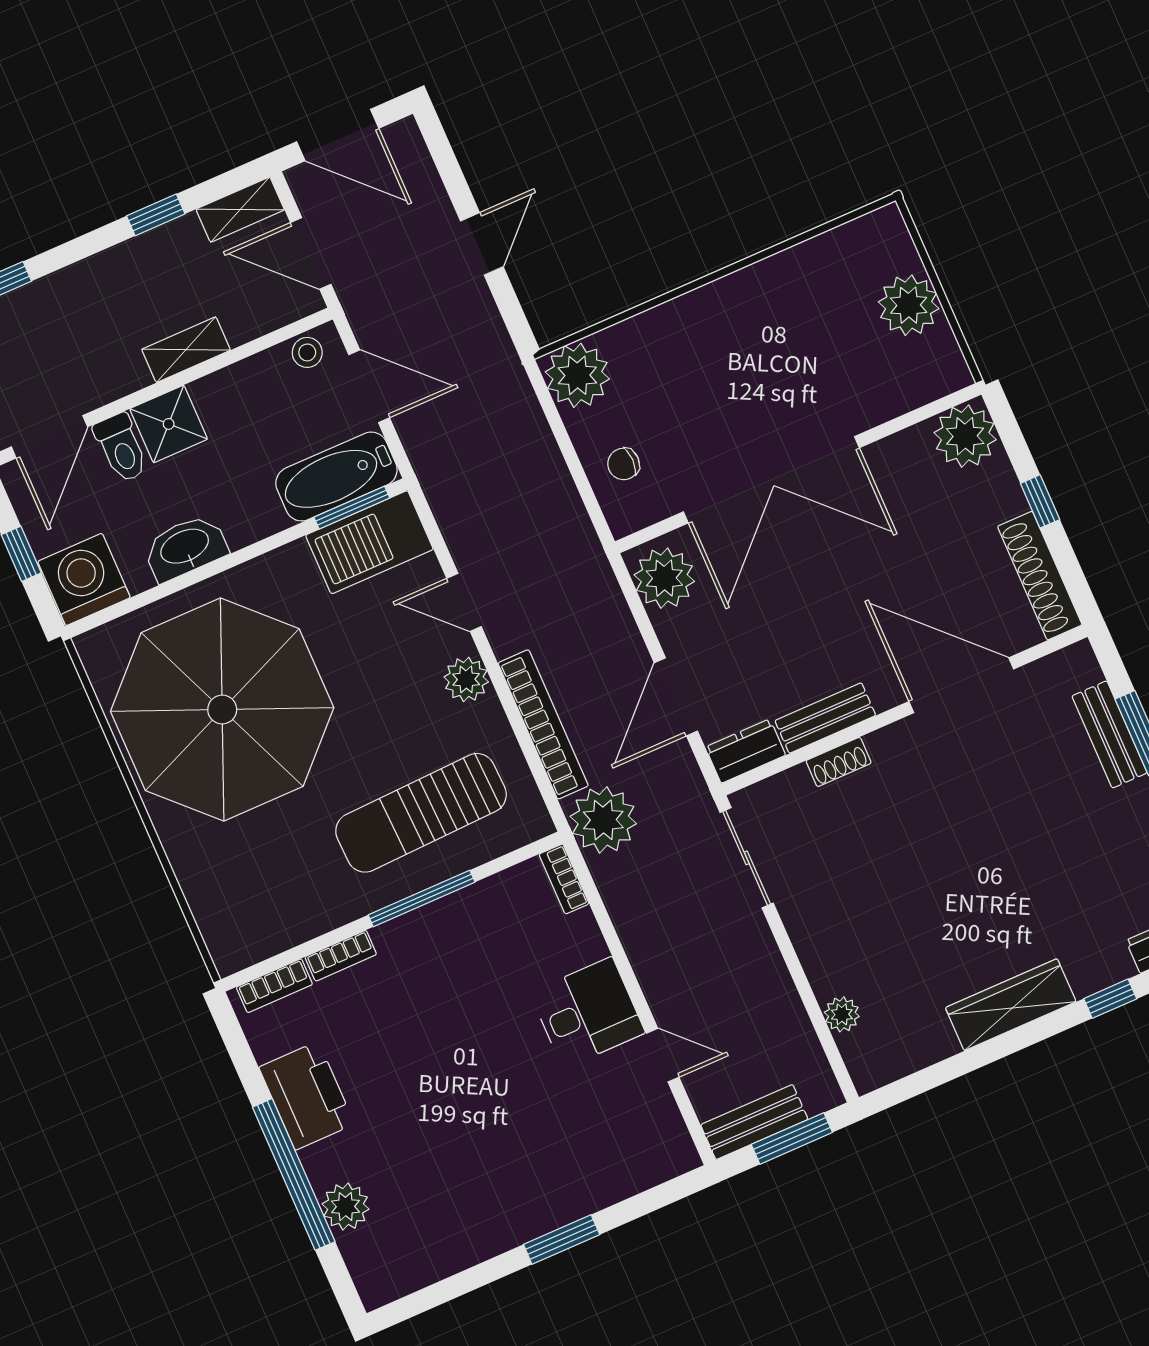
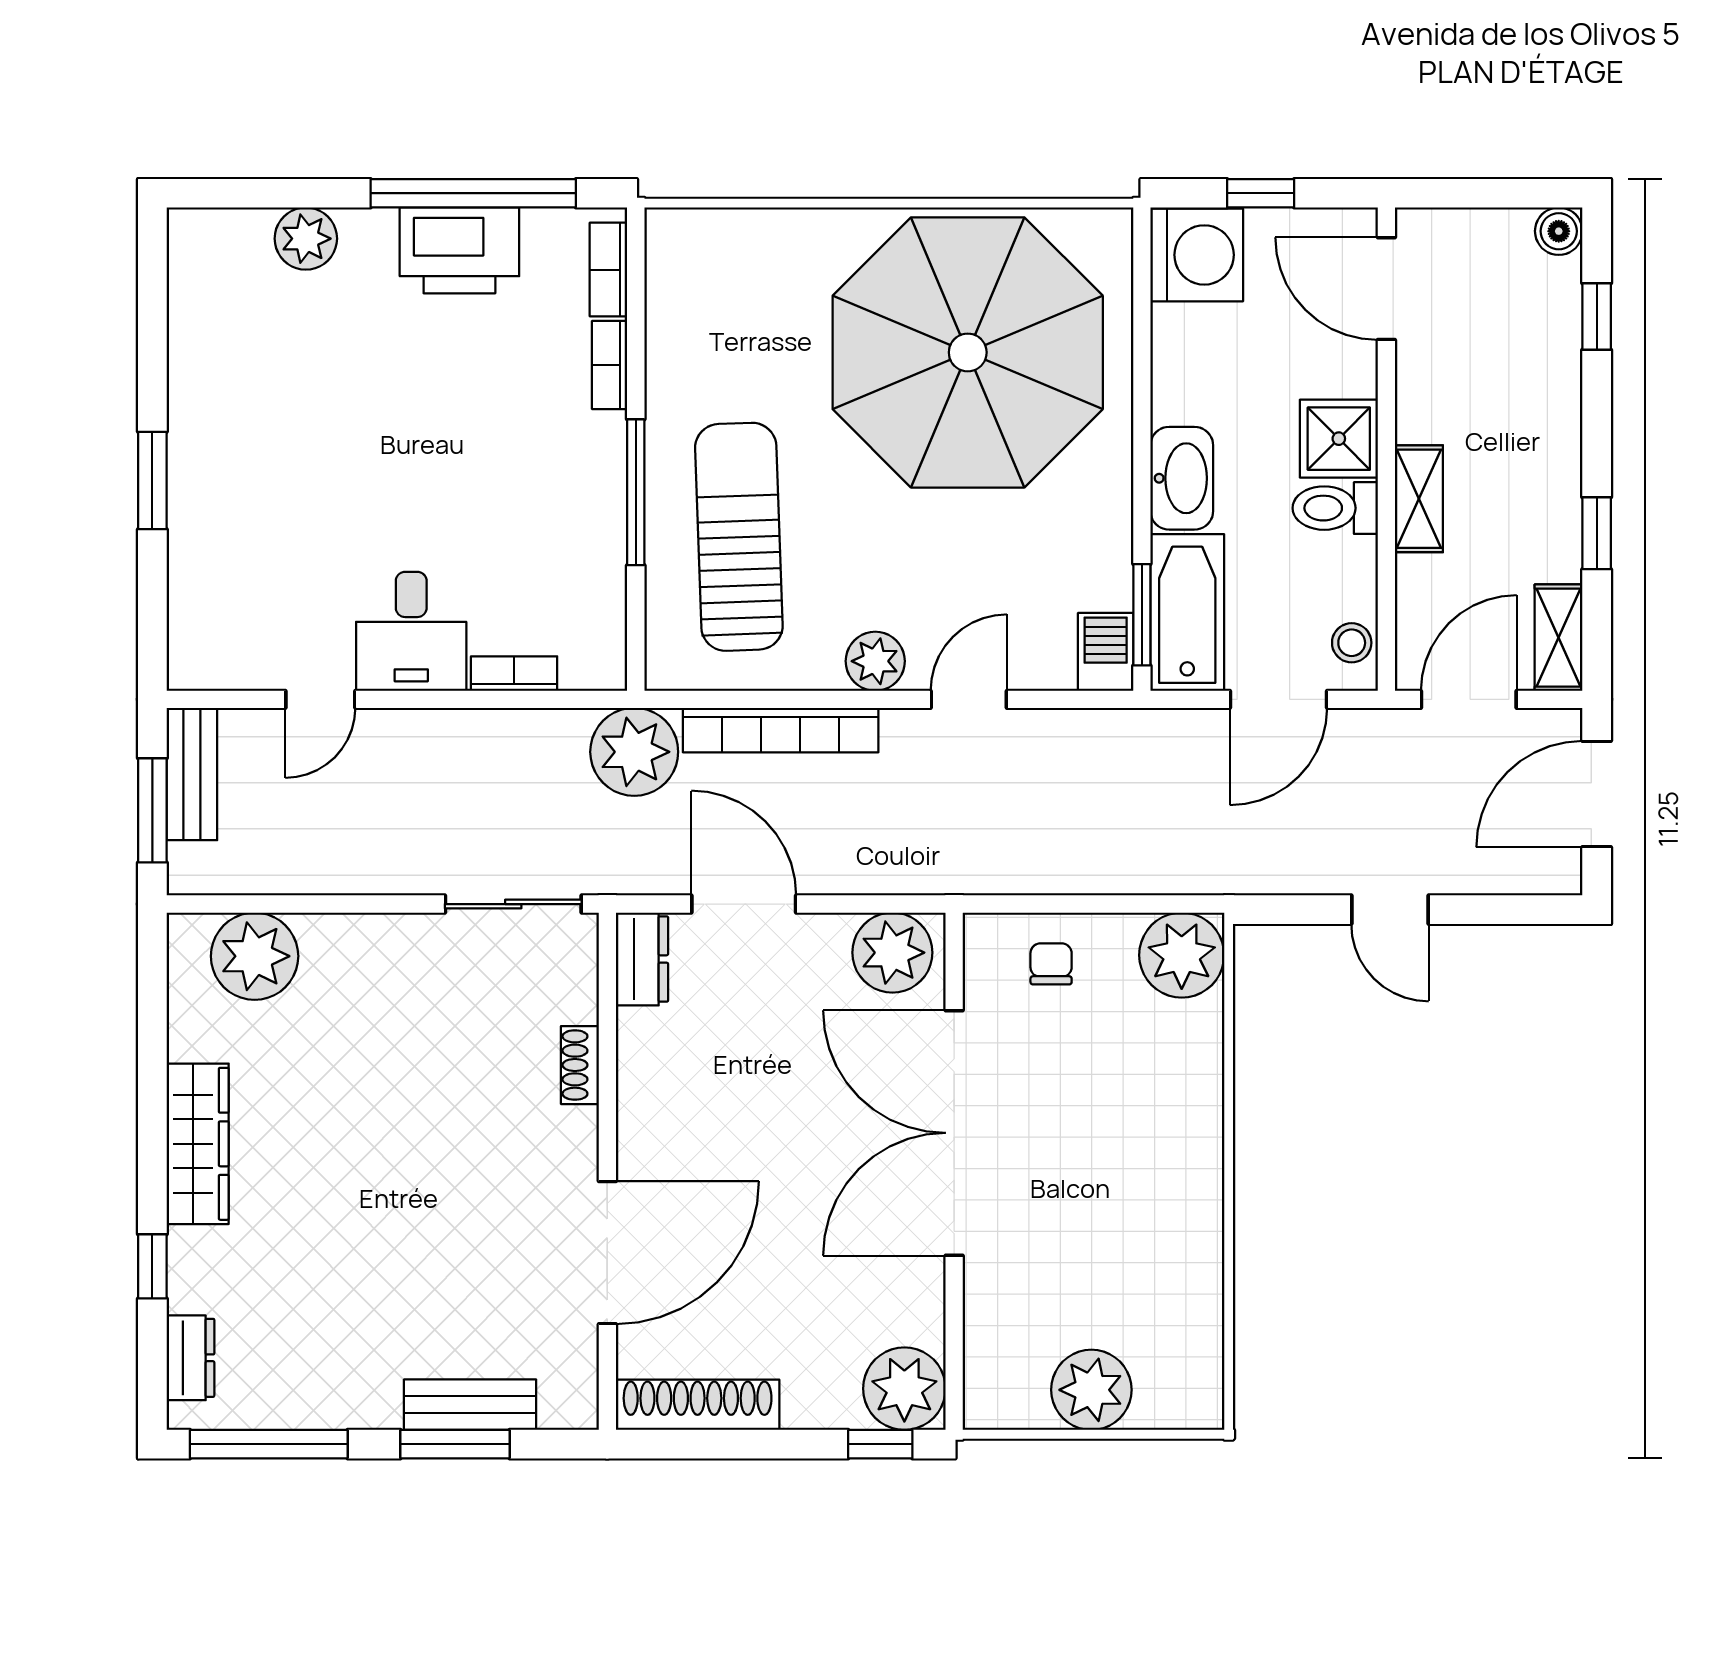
toilet: (121, 448) -> (1335, 508), moved
window: (1040, 501) -> (880, 1444), moved
barbecue: (369, 542) -> (1106, 652), width x0.53, depth x0.65
washbasin: (185, 547) -> (1182, 478), moved
bench: (825, 718) -> (640, 1072), removed
bookcase: (564, 879) -> (514, 674), moved
plant: (842, 1014) -> (255, 956), width x1.88, depth x1.88
window: (294, 1174) -> (473, 193), moved

